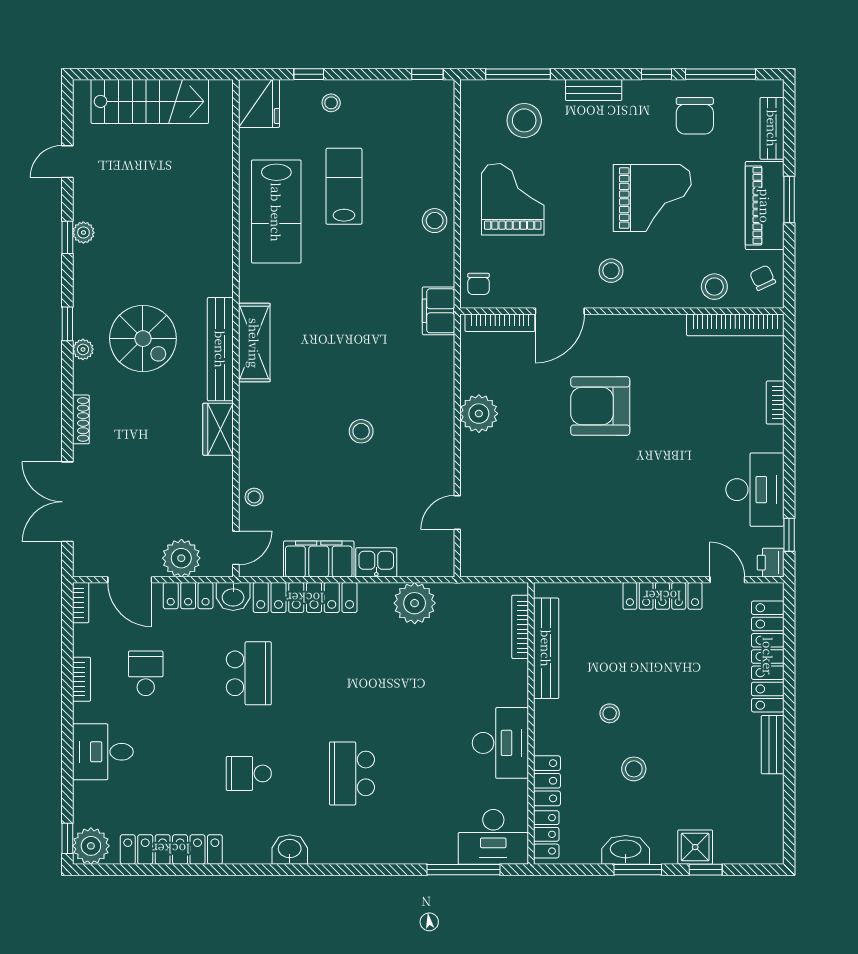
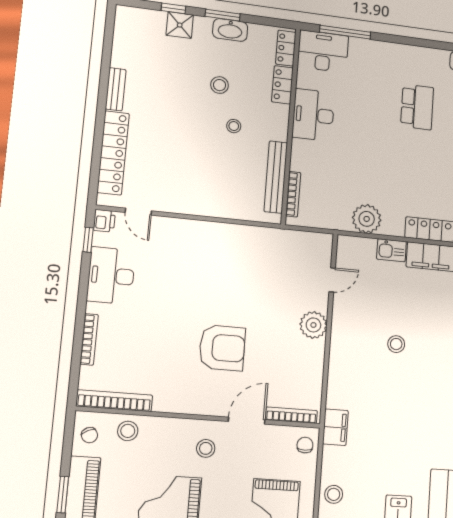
bookcase: (775, 403) -> (89, 339), width x1.56
plant: (479, 414) -> (313, 325), moved
locker: (662, 596) -> (188, 205), removed

